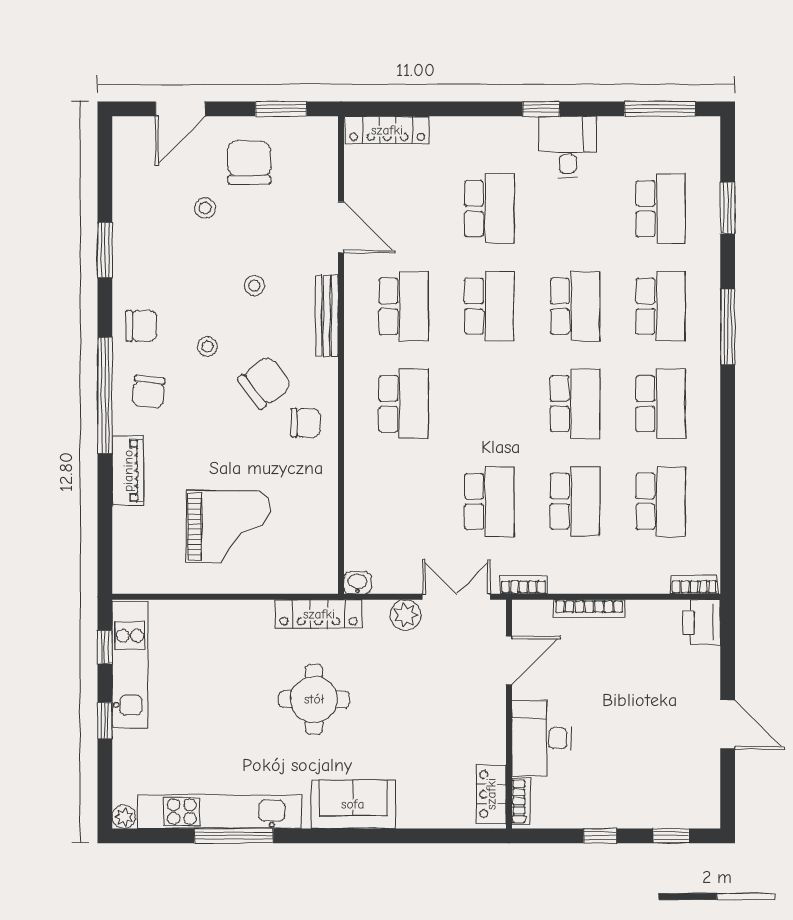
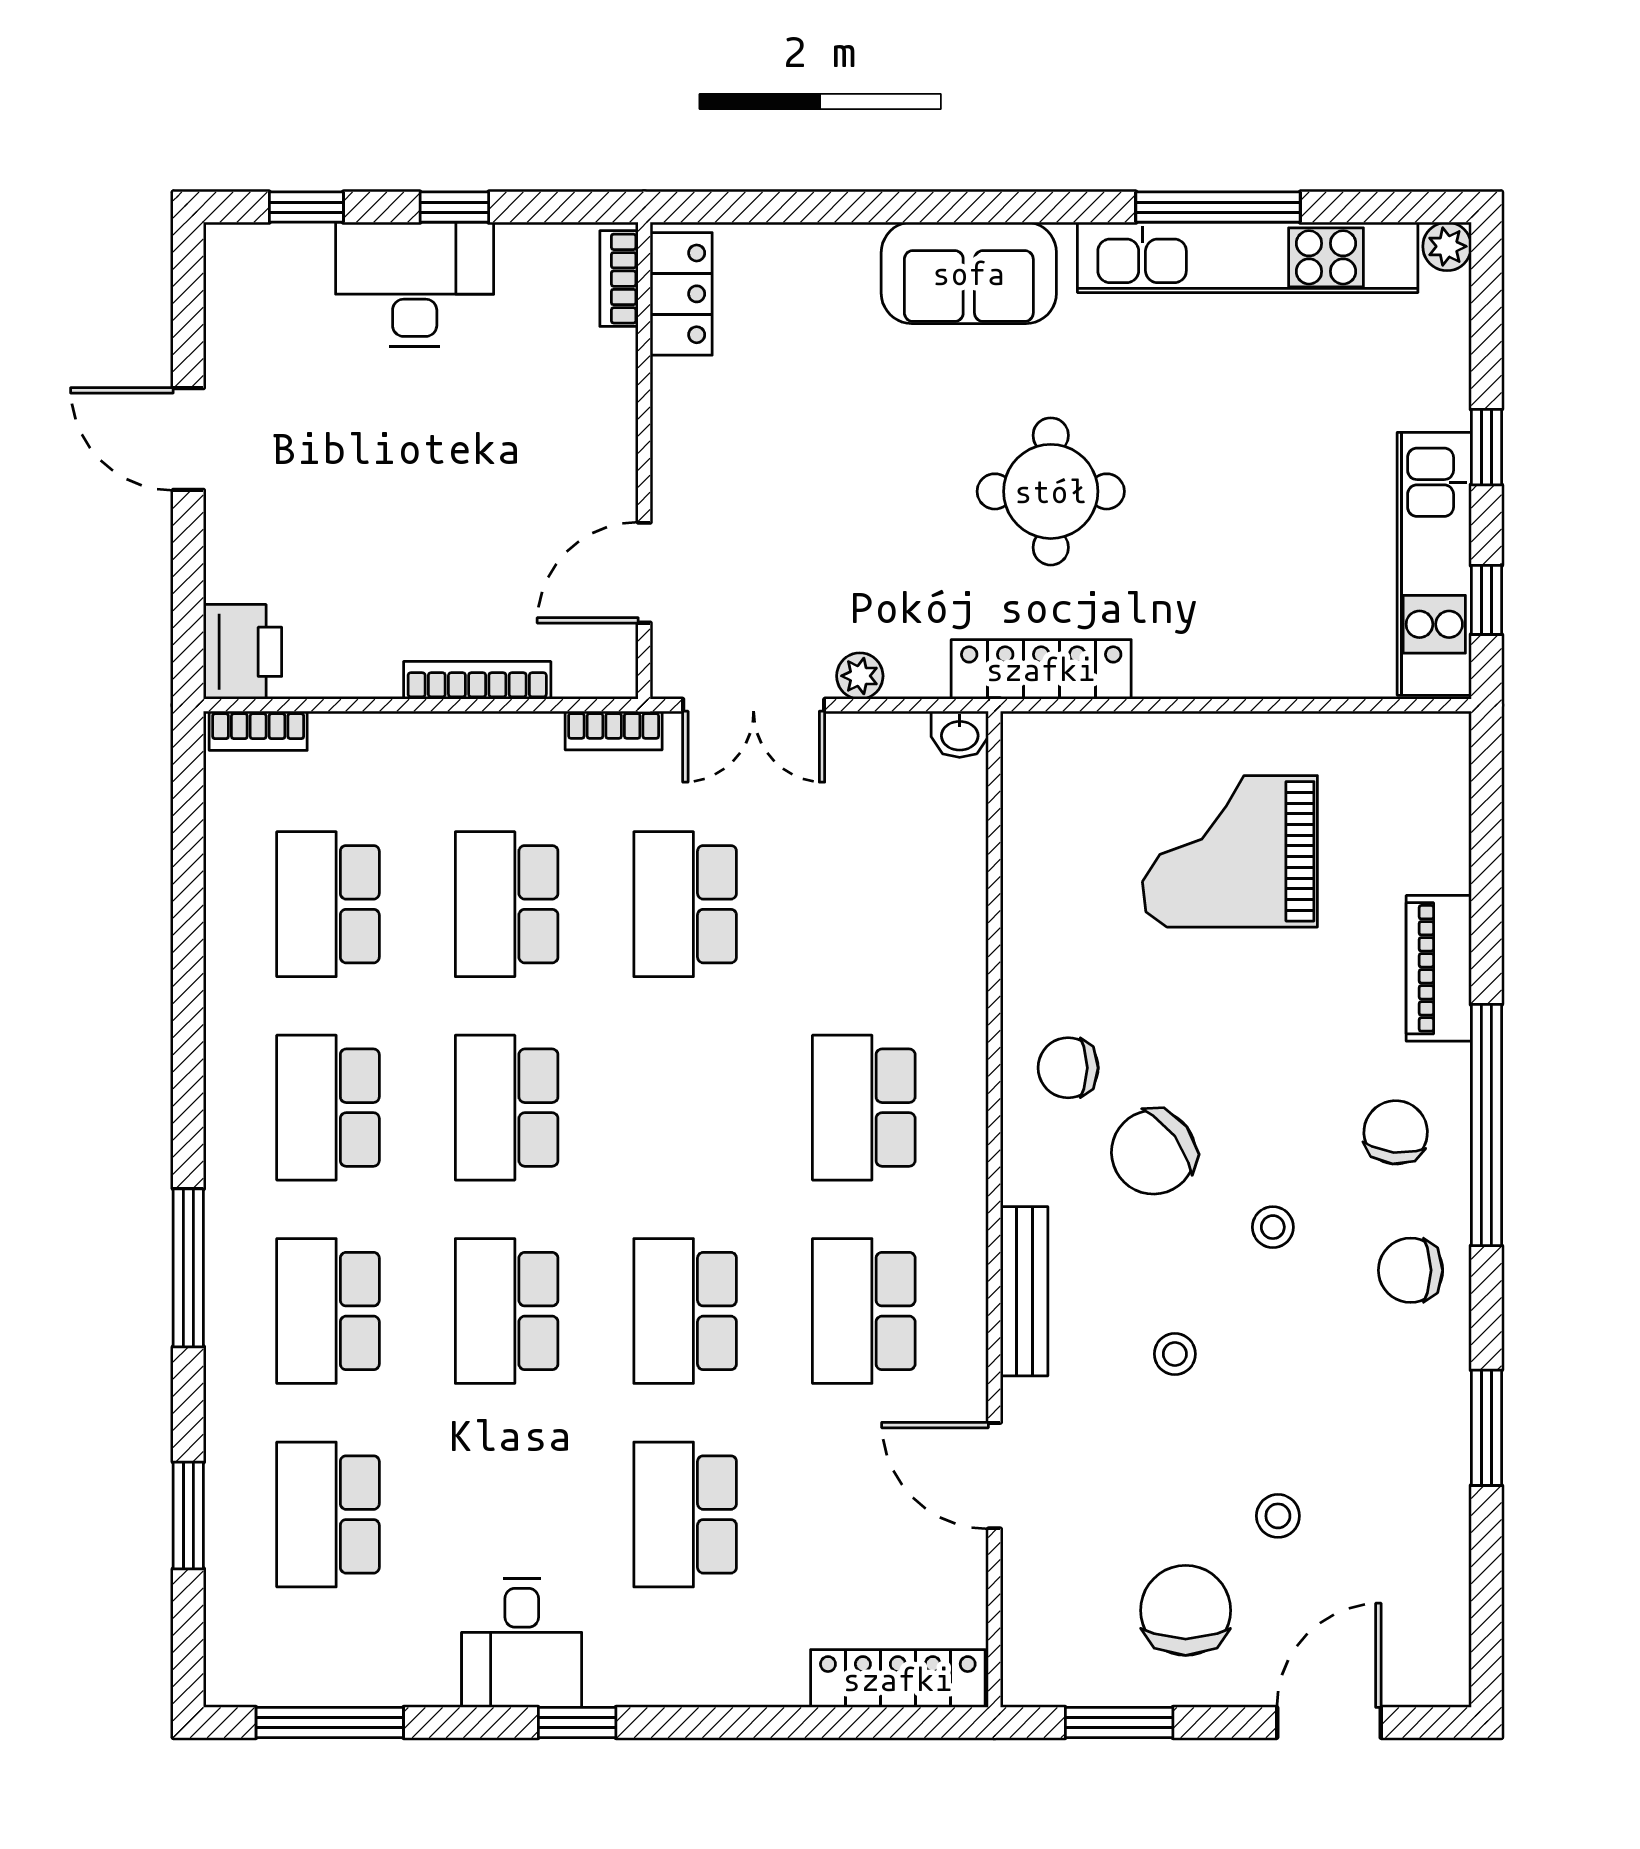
chair: (249, 163) -> (1186, 1610), turned 180
plant: (405, 615) -> (860, 676), width x0.73, depth x0.73
desk: (542, 738) -> (415, 284), moved, turned -90

